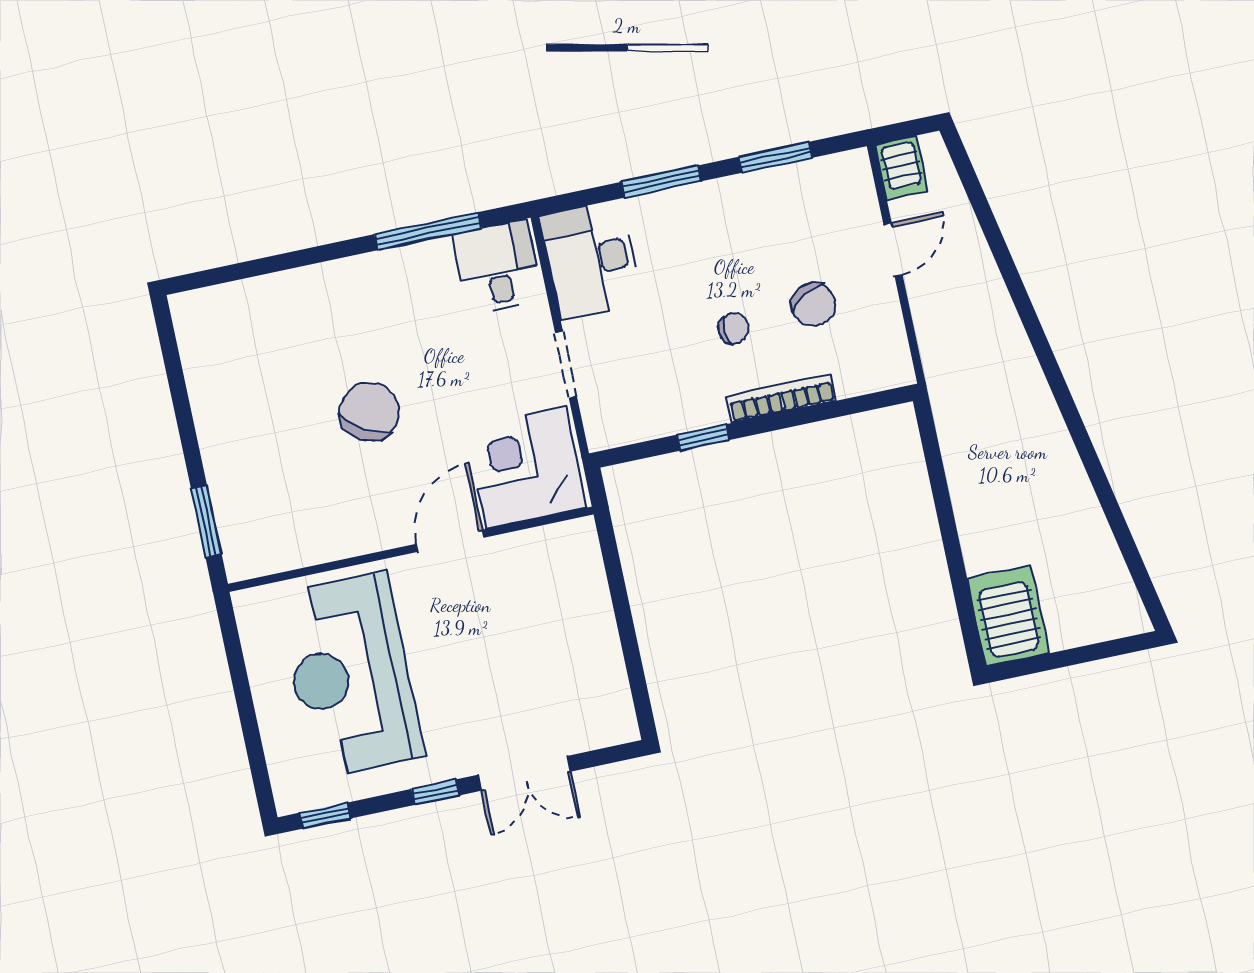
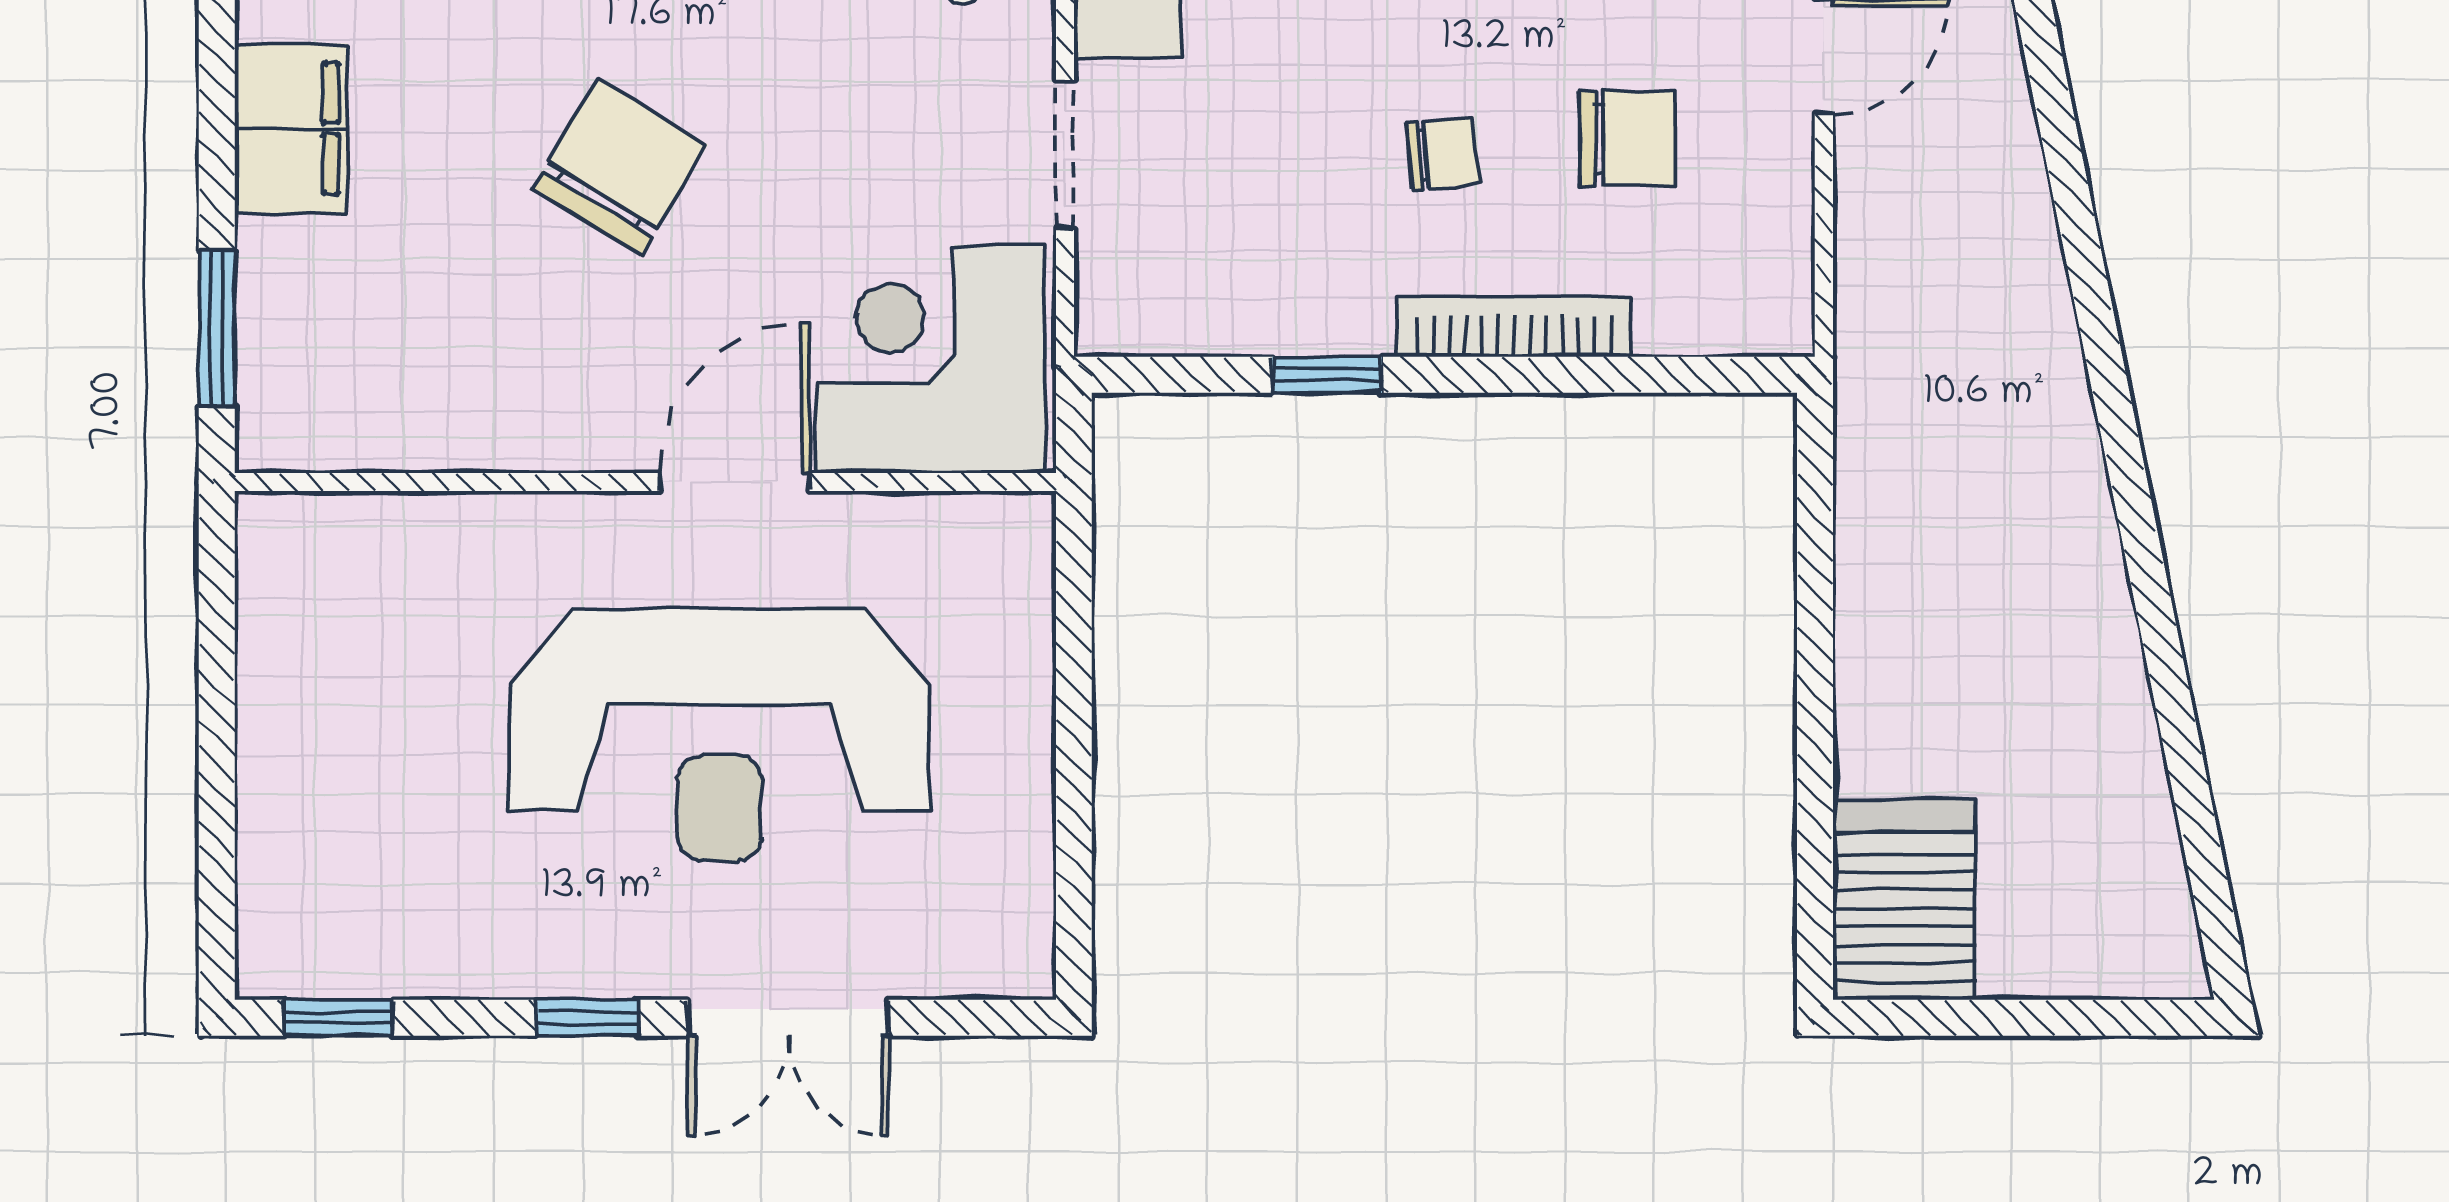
chair: (814, 304) -> (1627, 139), turned -60
filing cabinet: (220, 426) -> (291, 128), added
reception desk: (351, 675) -> (719, 735), moved, turned -90

